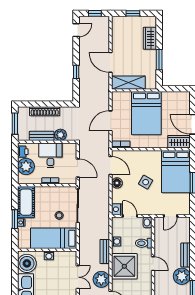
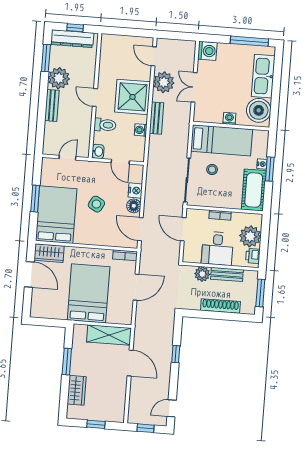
nightstand: (117, 209) -> (135, 191), moved

